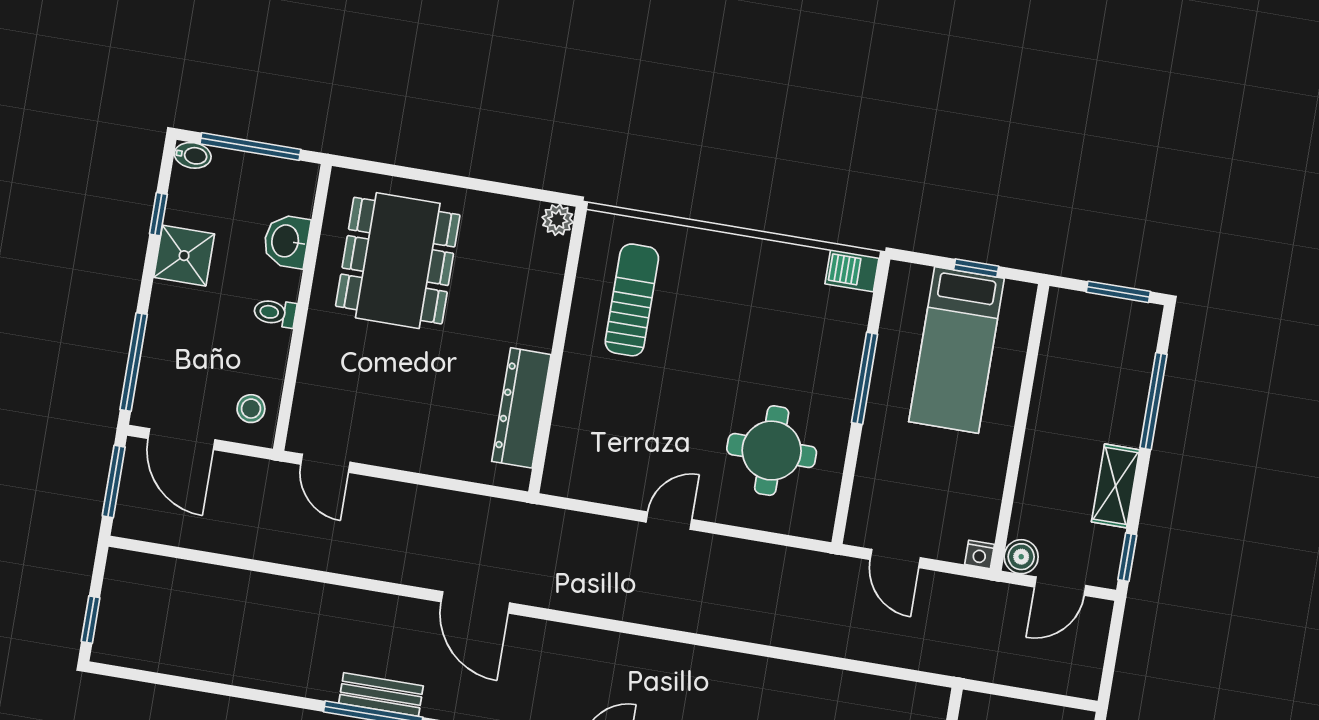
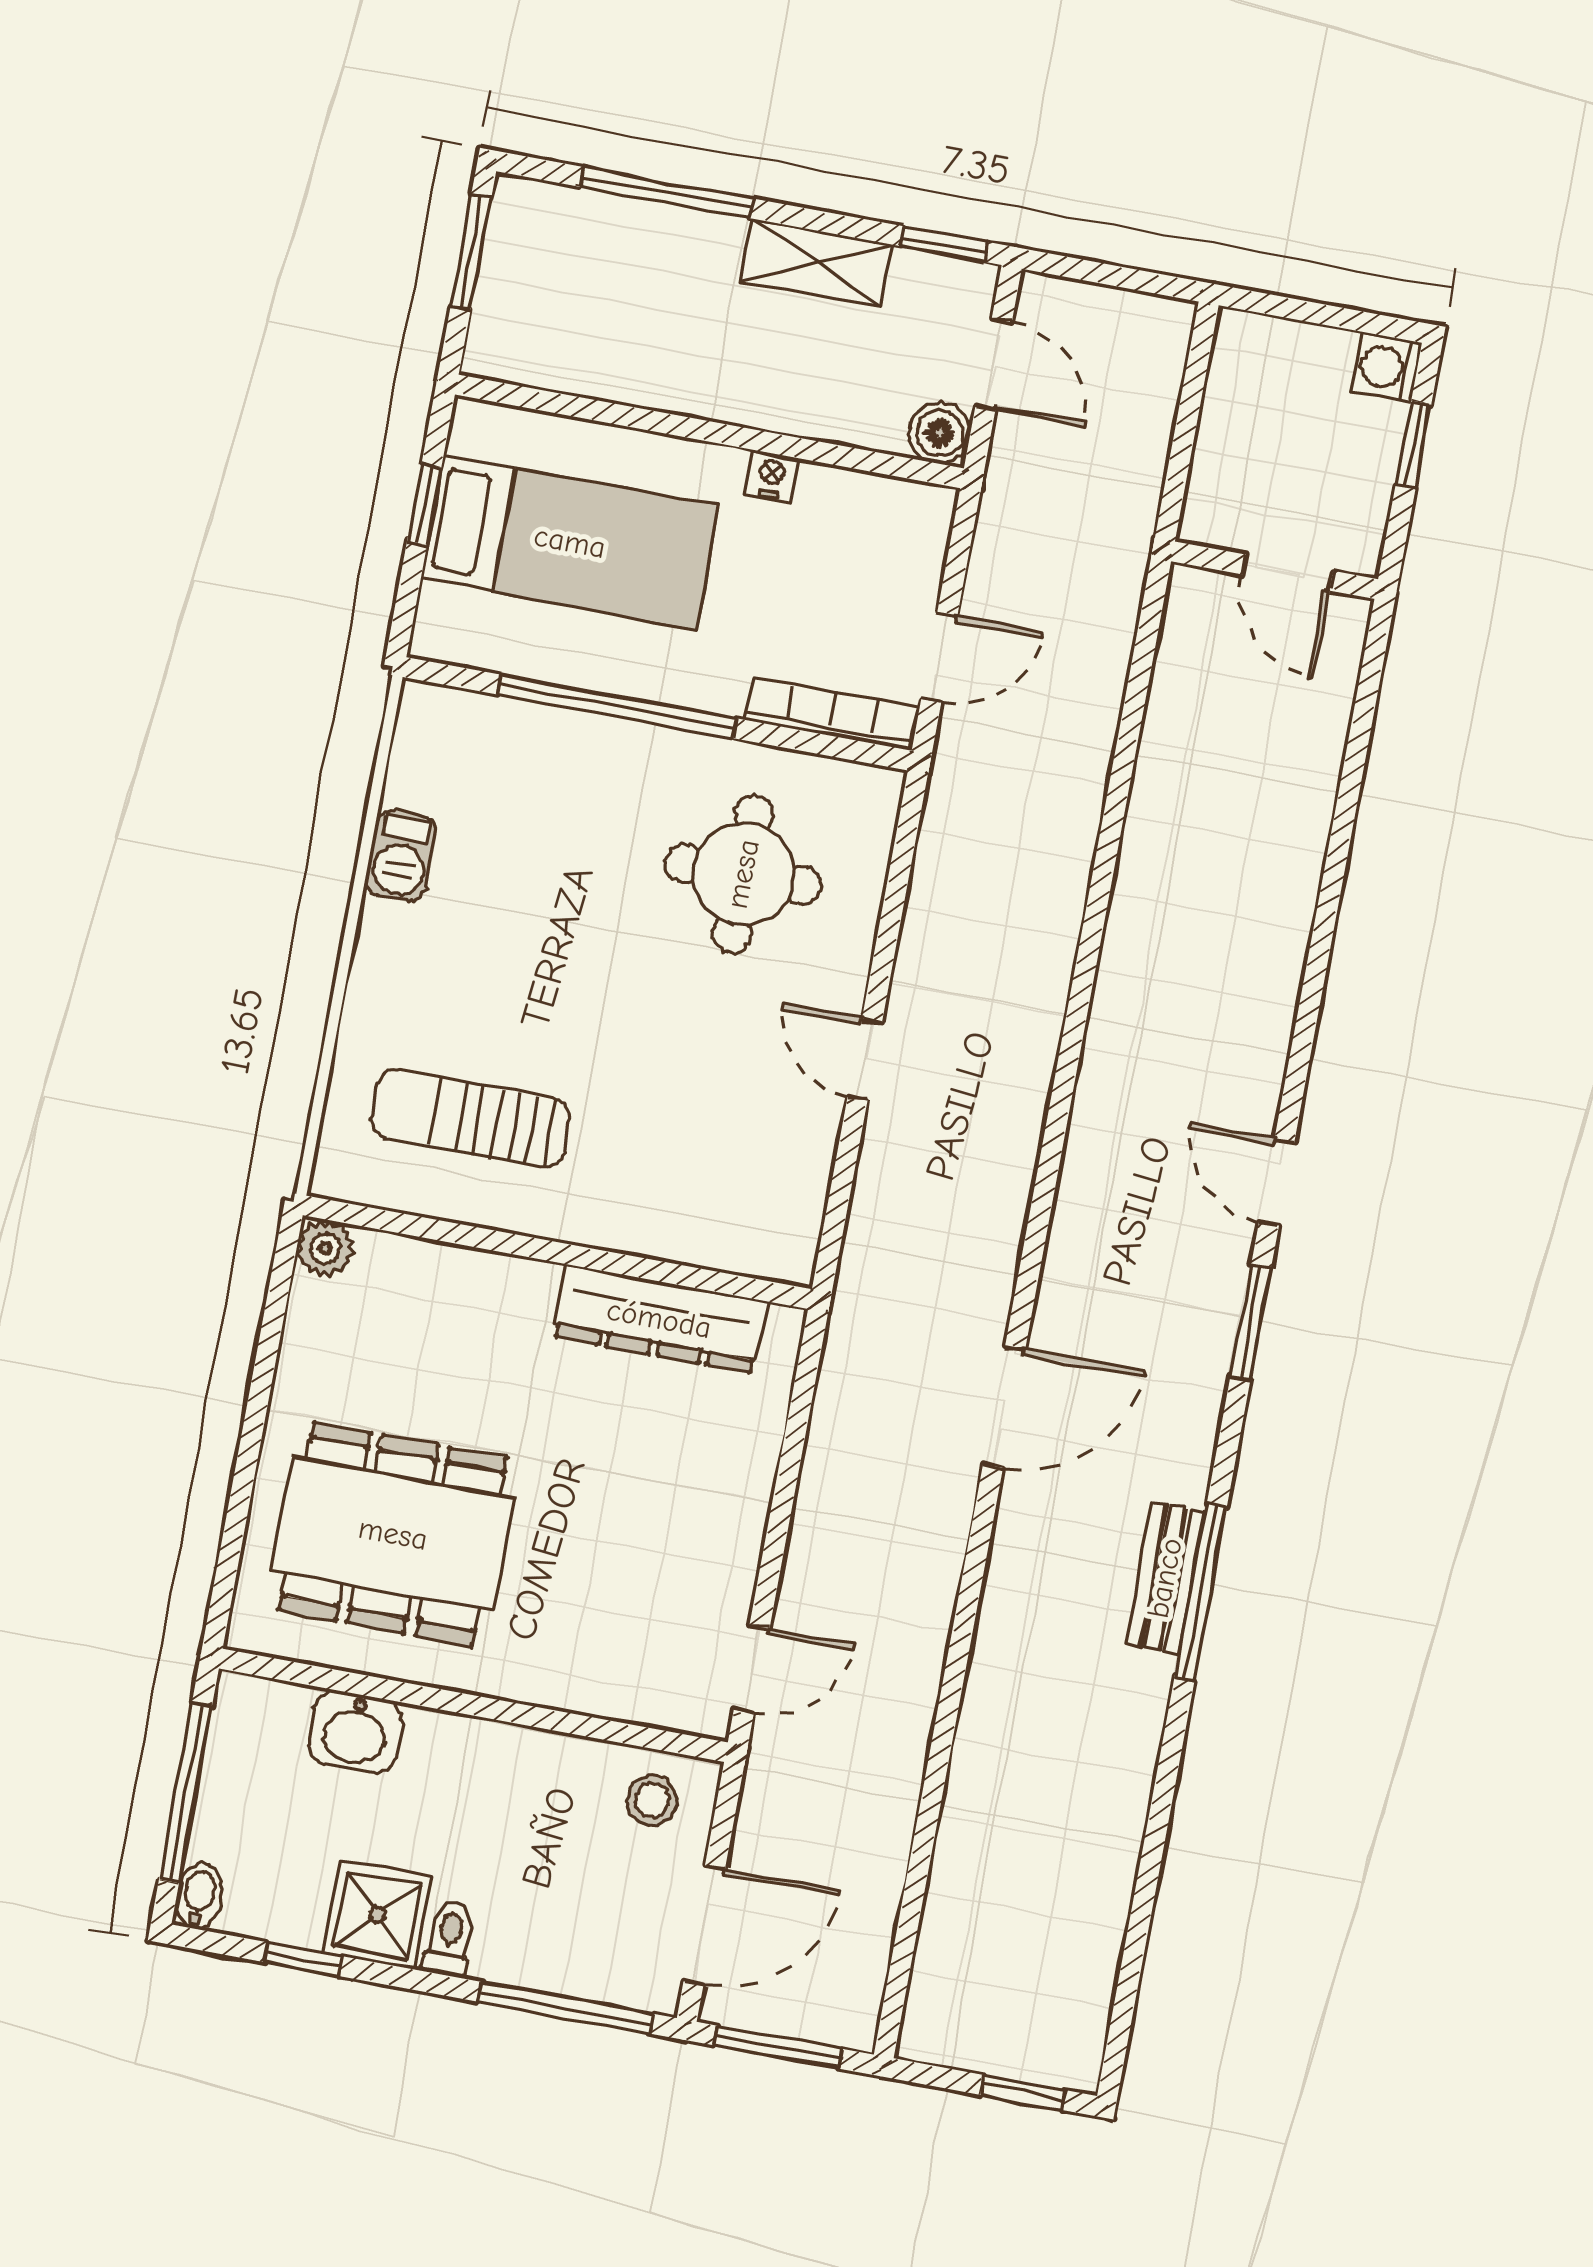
barbecue: (852, 271) -> (401, 856), moved
toilet: (275, 313) -> (449, 1939), moved, turned 180
window: (865, 378) -> (617, 706), width x1.46
bookcase: (863, 499) -> (832, 714), added
nightstand: (980, 554) -> (771, 476), moved, turned -90

